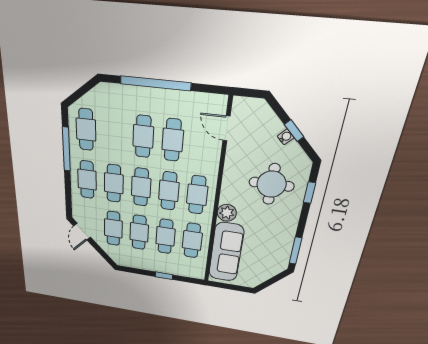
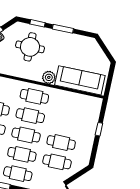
cafe table: (165, 236) -> (65, 123), removed
cafe table: (192, 241) -> (69, 104), removed
window: (295, 251) -> (63, 29), moved

